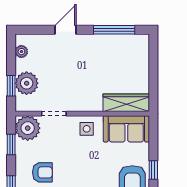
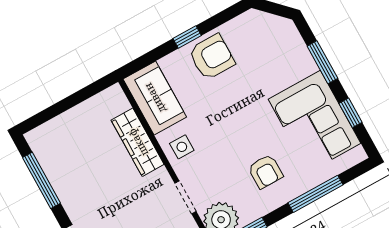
wardrobe: (126, 103) -> (138, 142), moved
armchair: (42, 172) -> (265, 171), turned 180

